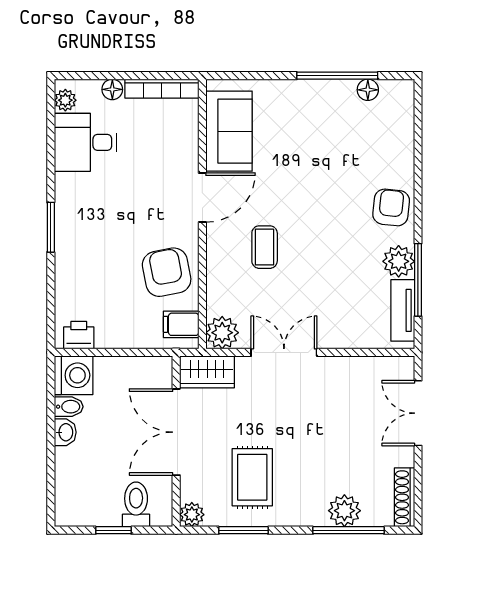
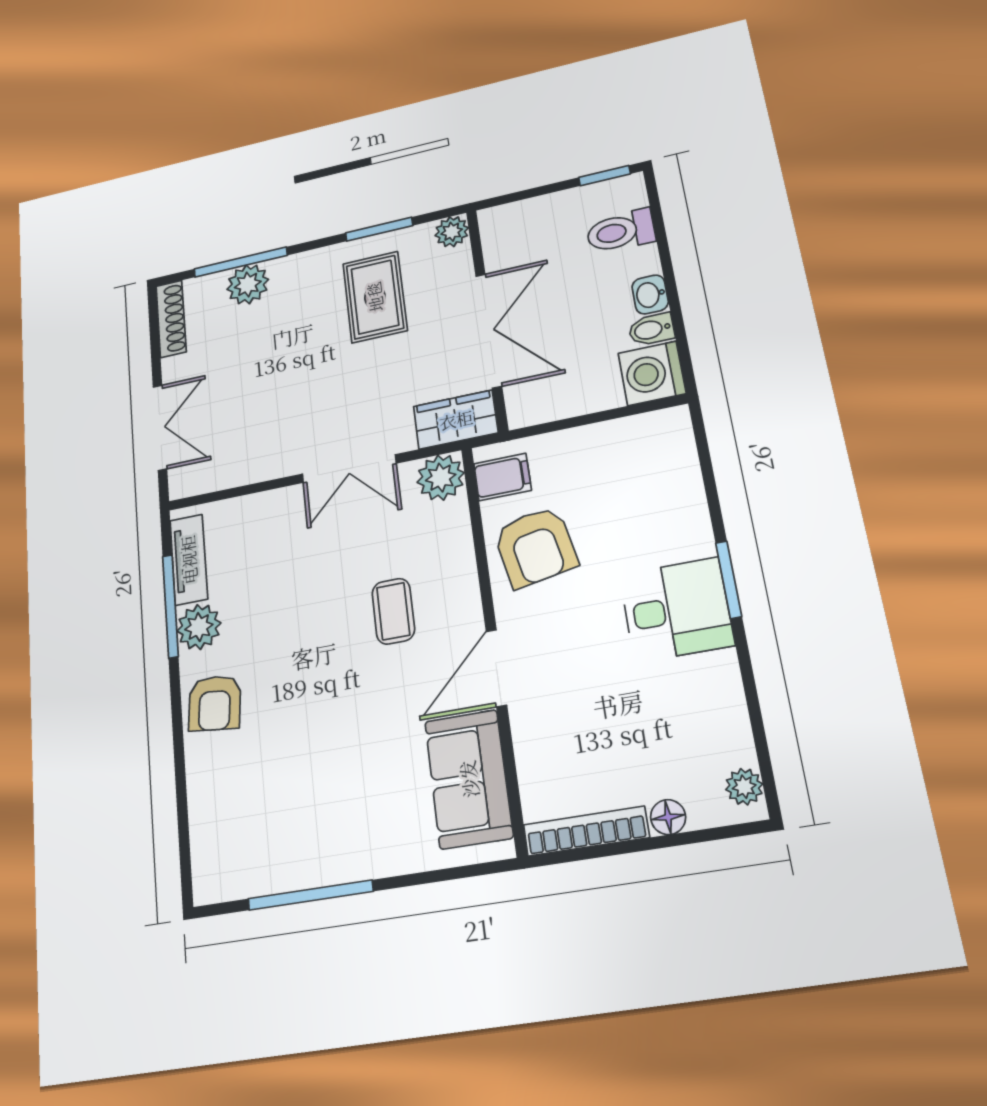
floor lamp: (368, 90) -> (262, 879), removed
desk: (85, 142) -> (677, 610), moved
printer: (79, 335) -> (654, 430), removed
toilet: (136, 504) -> (621, 231), moved, turned 90
window: (114, 530) -> (604, 176), moved

